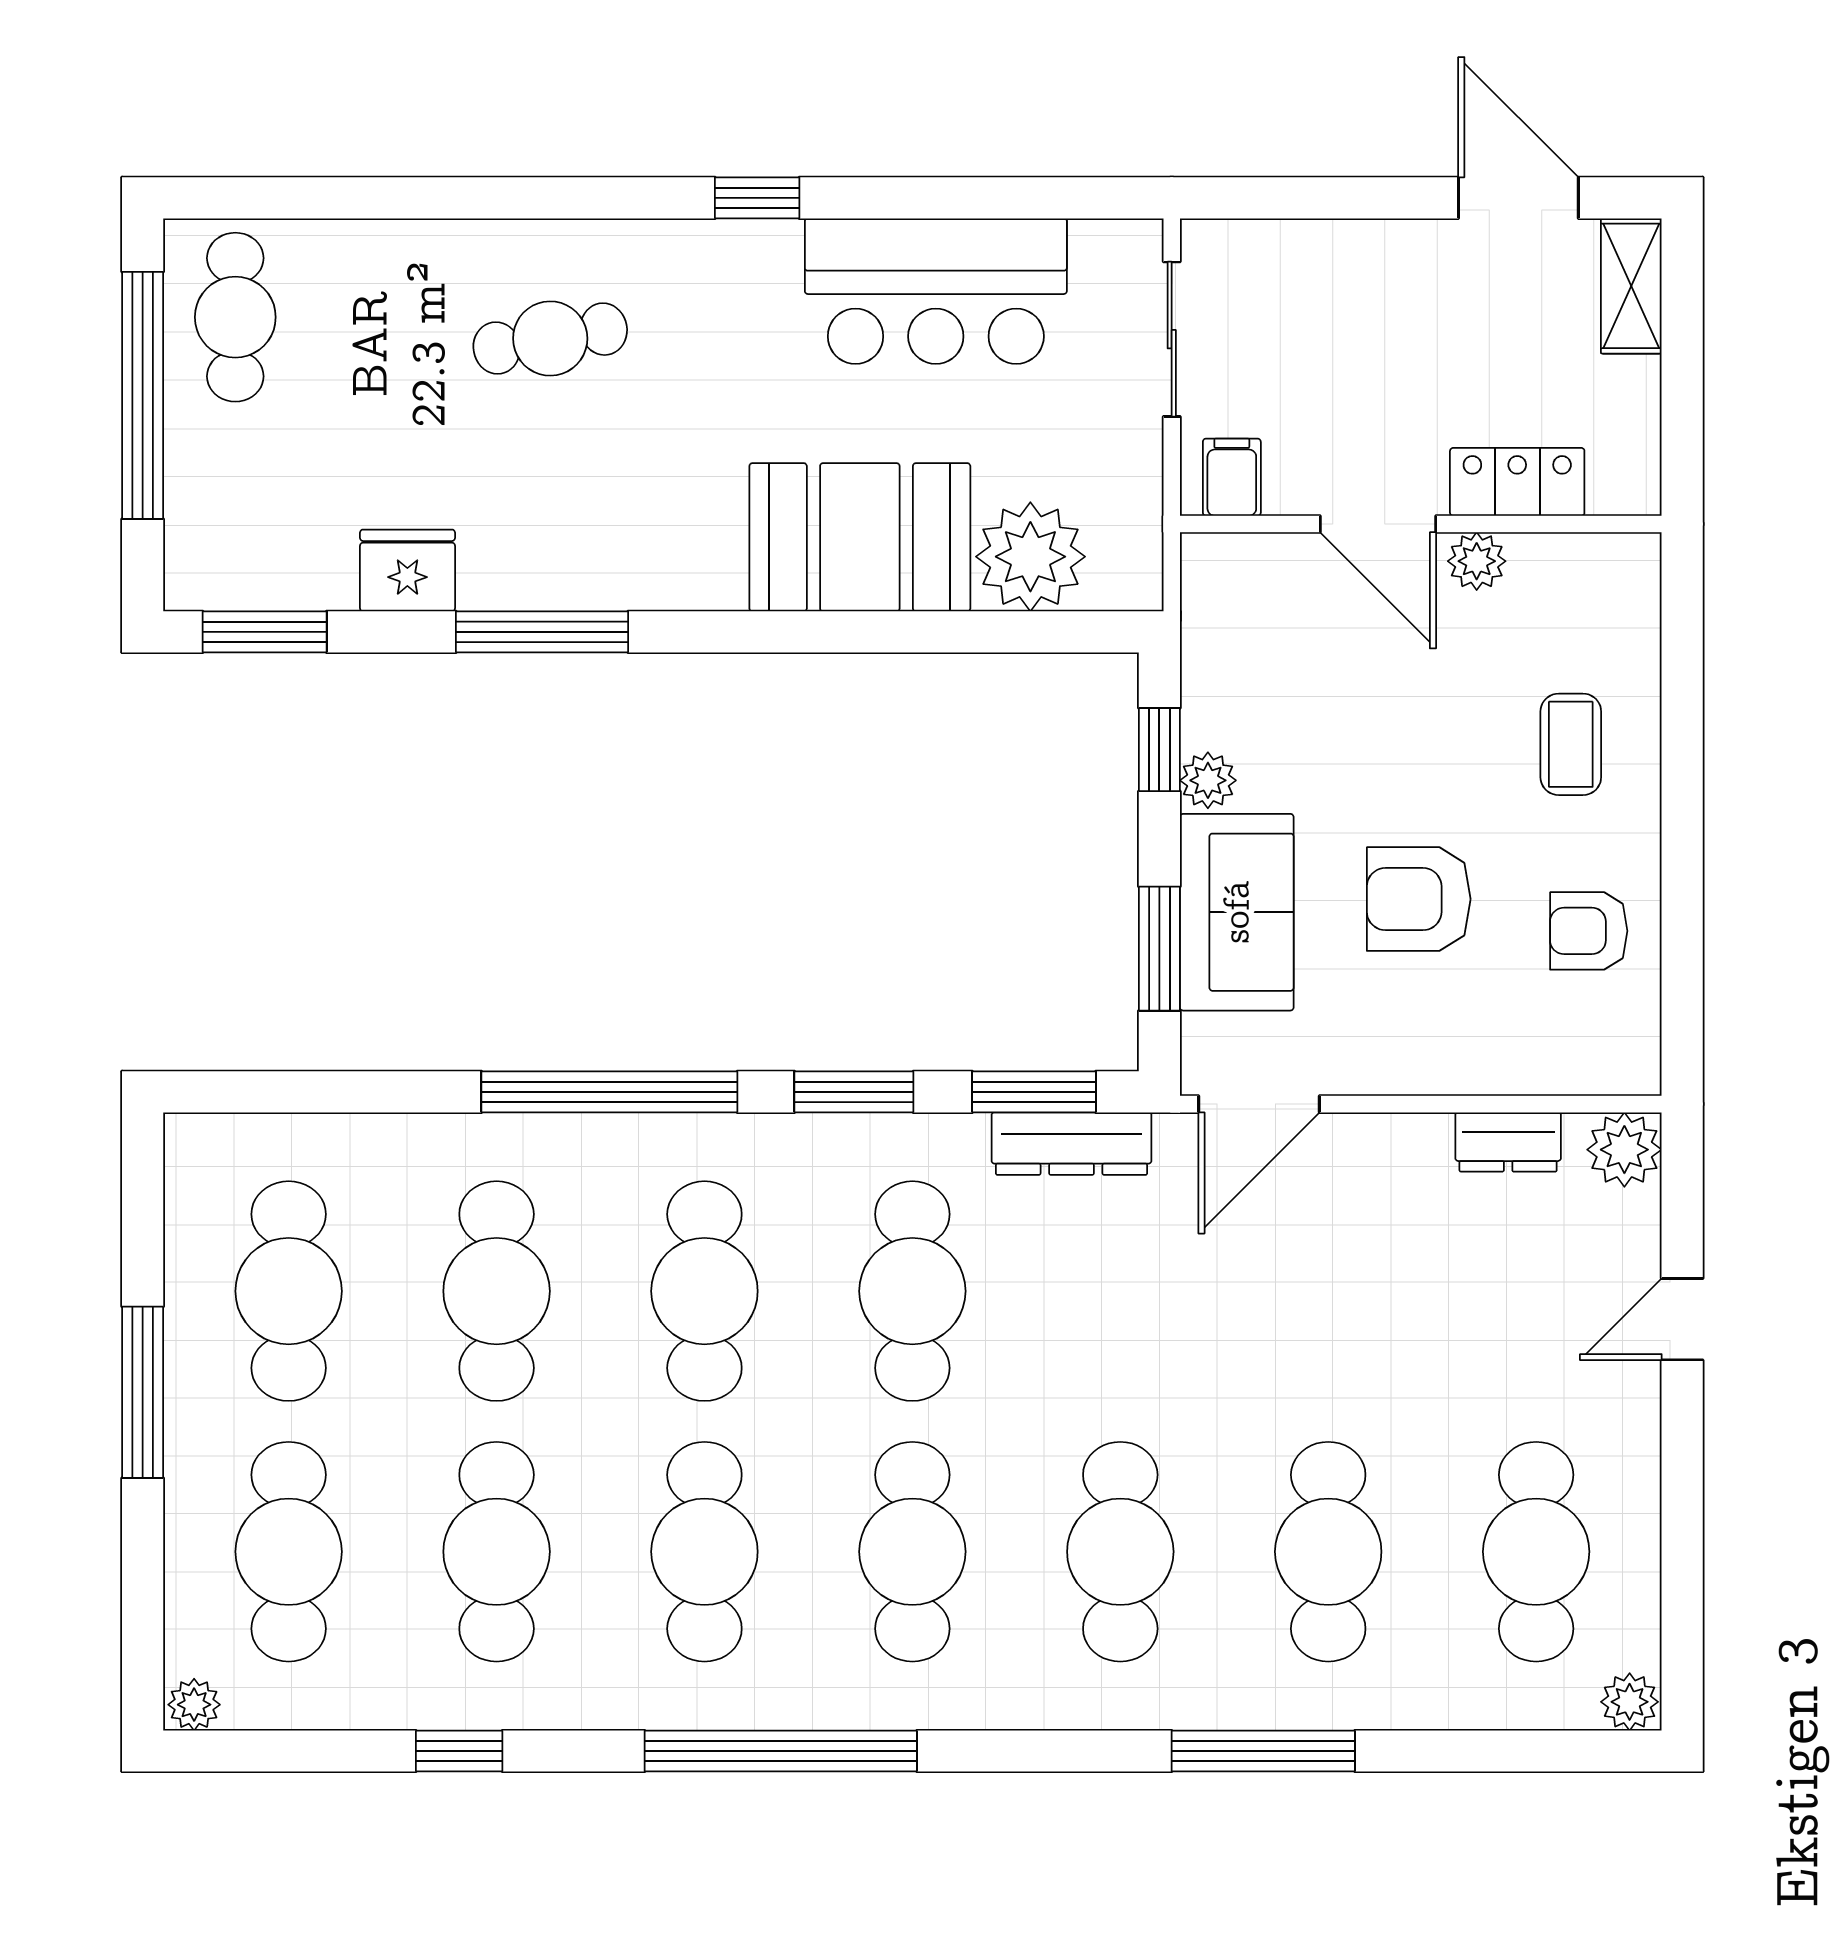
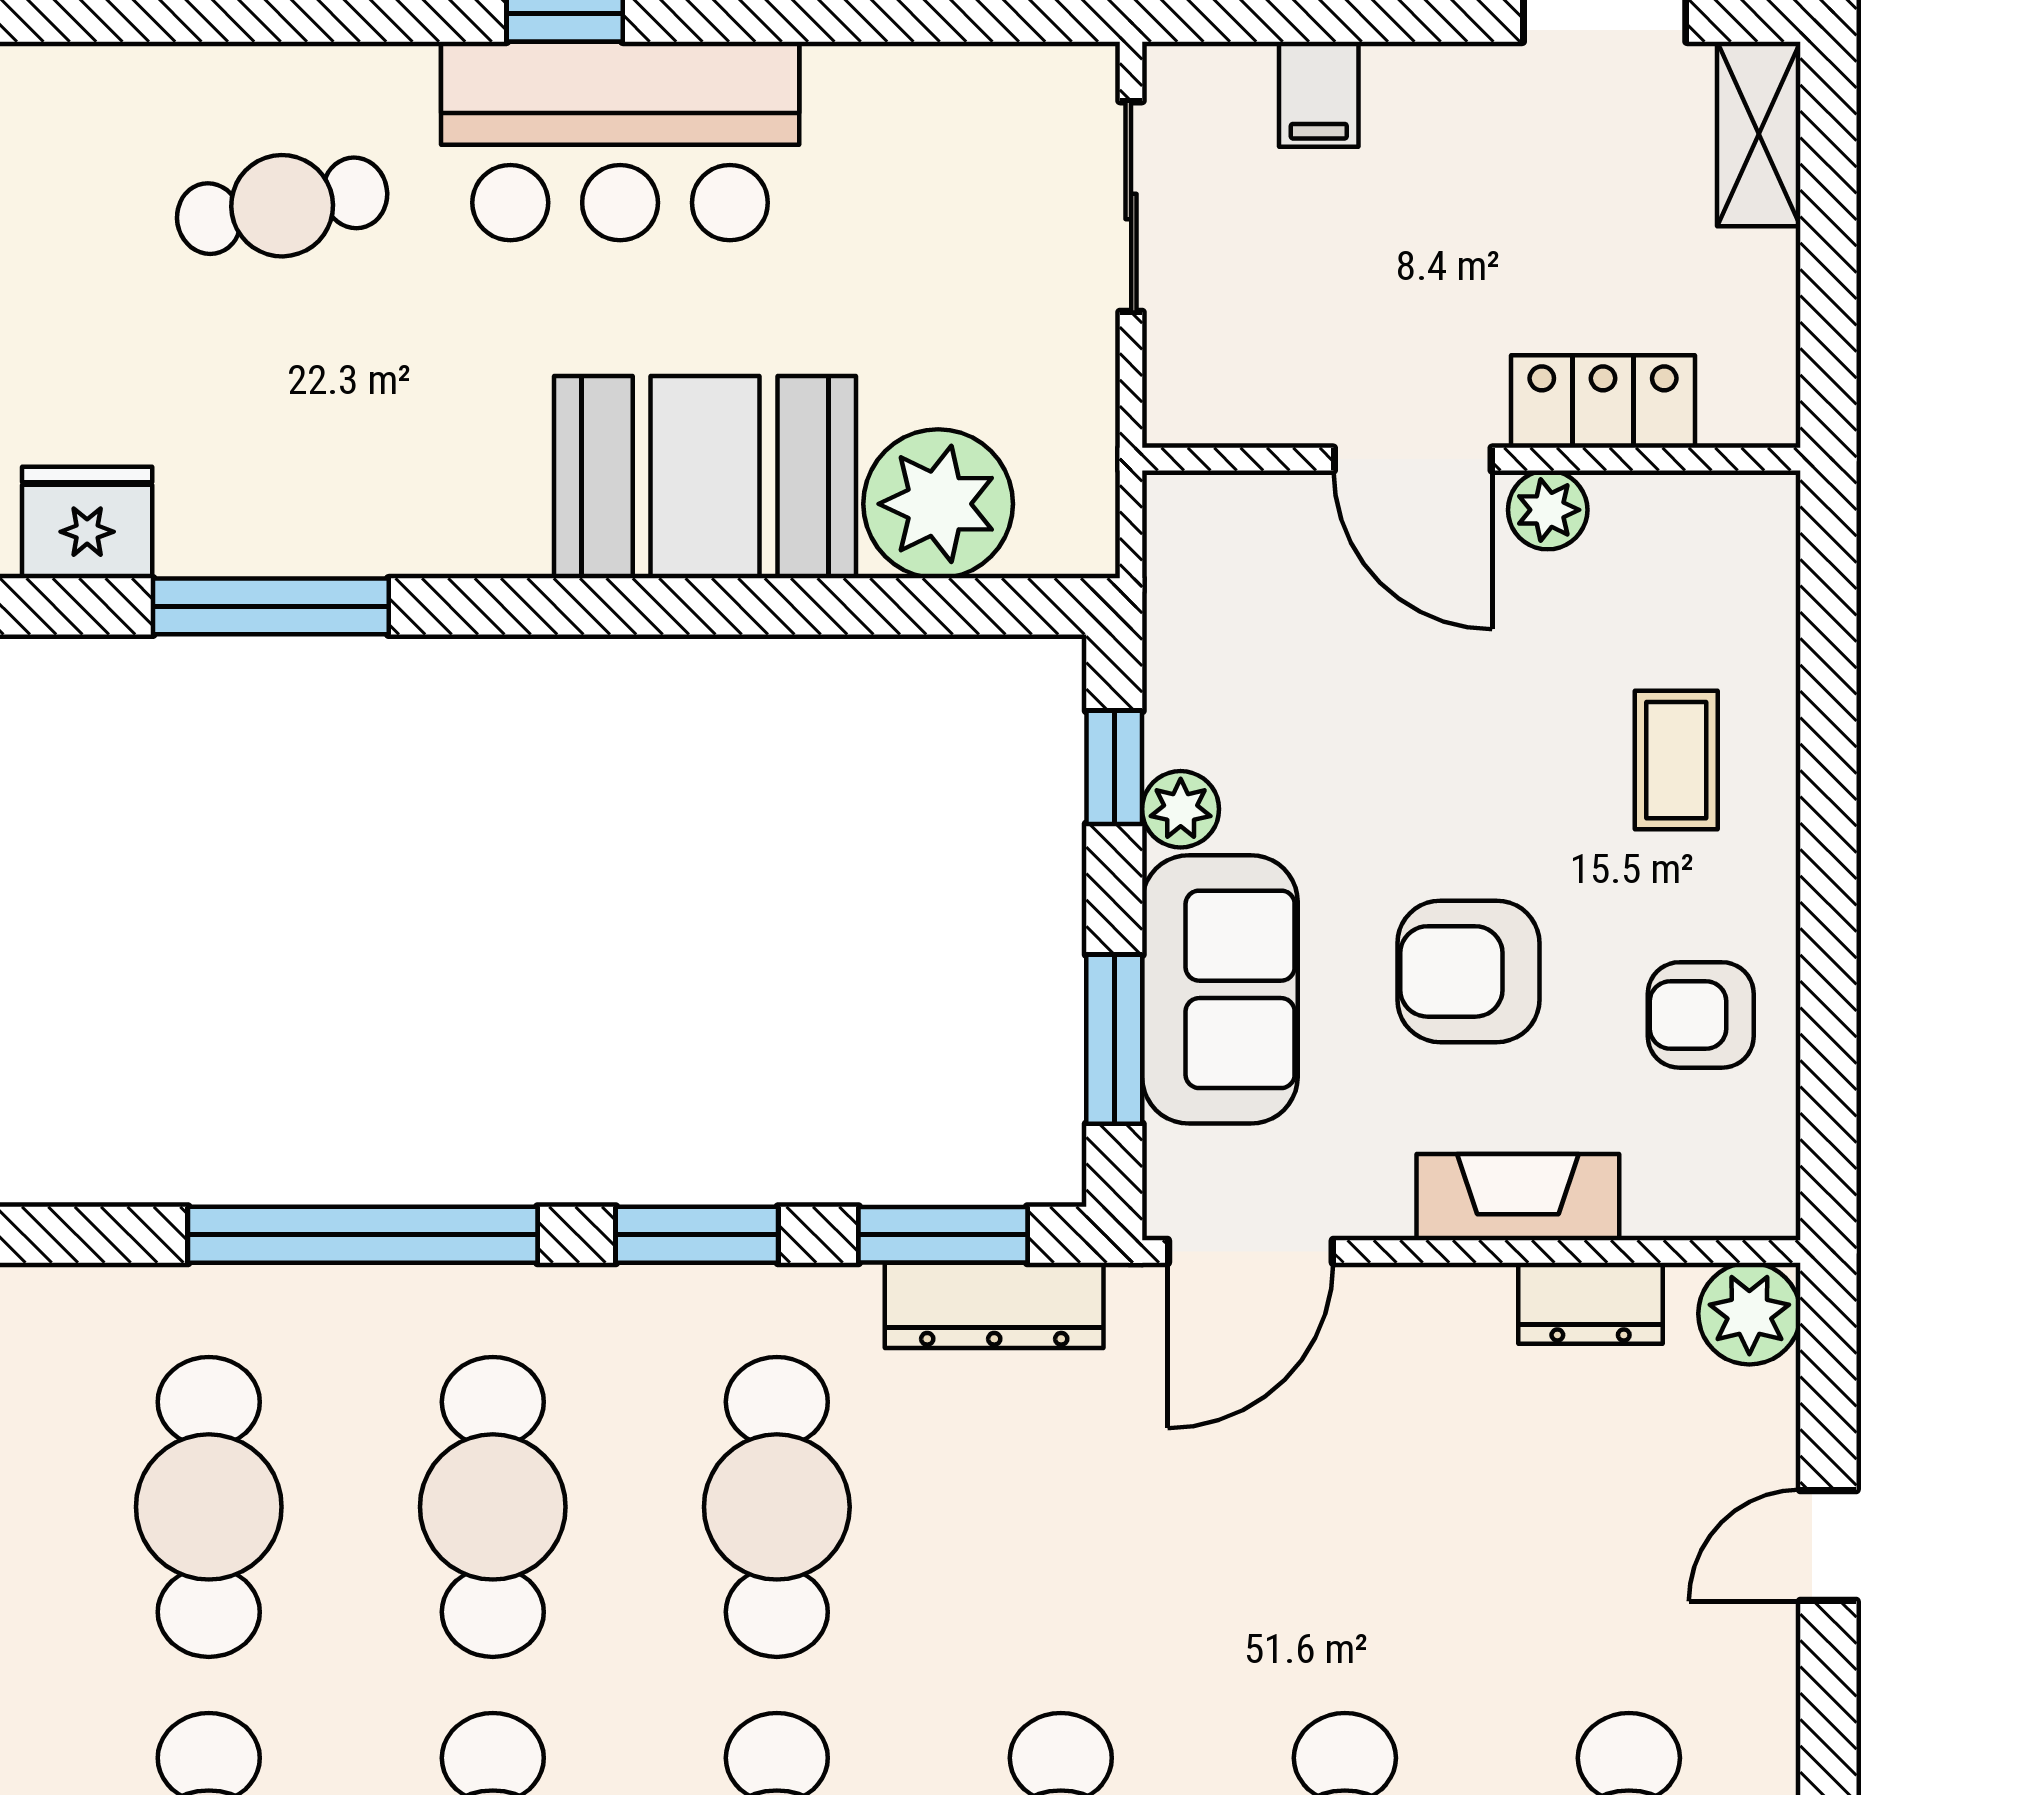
bar counter: (936, 291) -> (620, 141), moved
filing cabinet: (1232, 477) -> (1319, 94), moved, turned 180
fireplace: (1455, 1064) -> (1518, 1197), added

